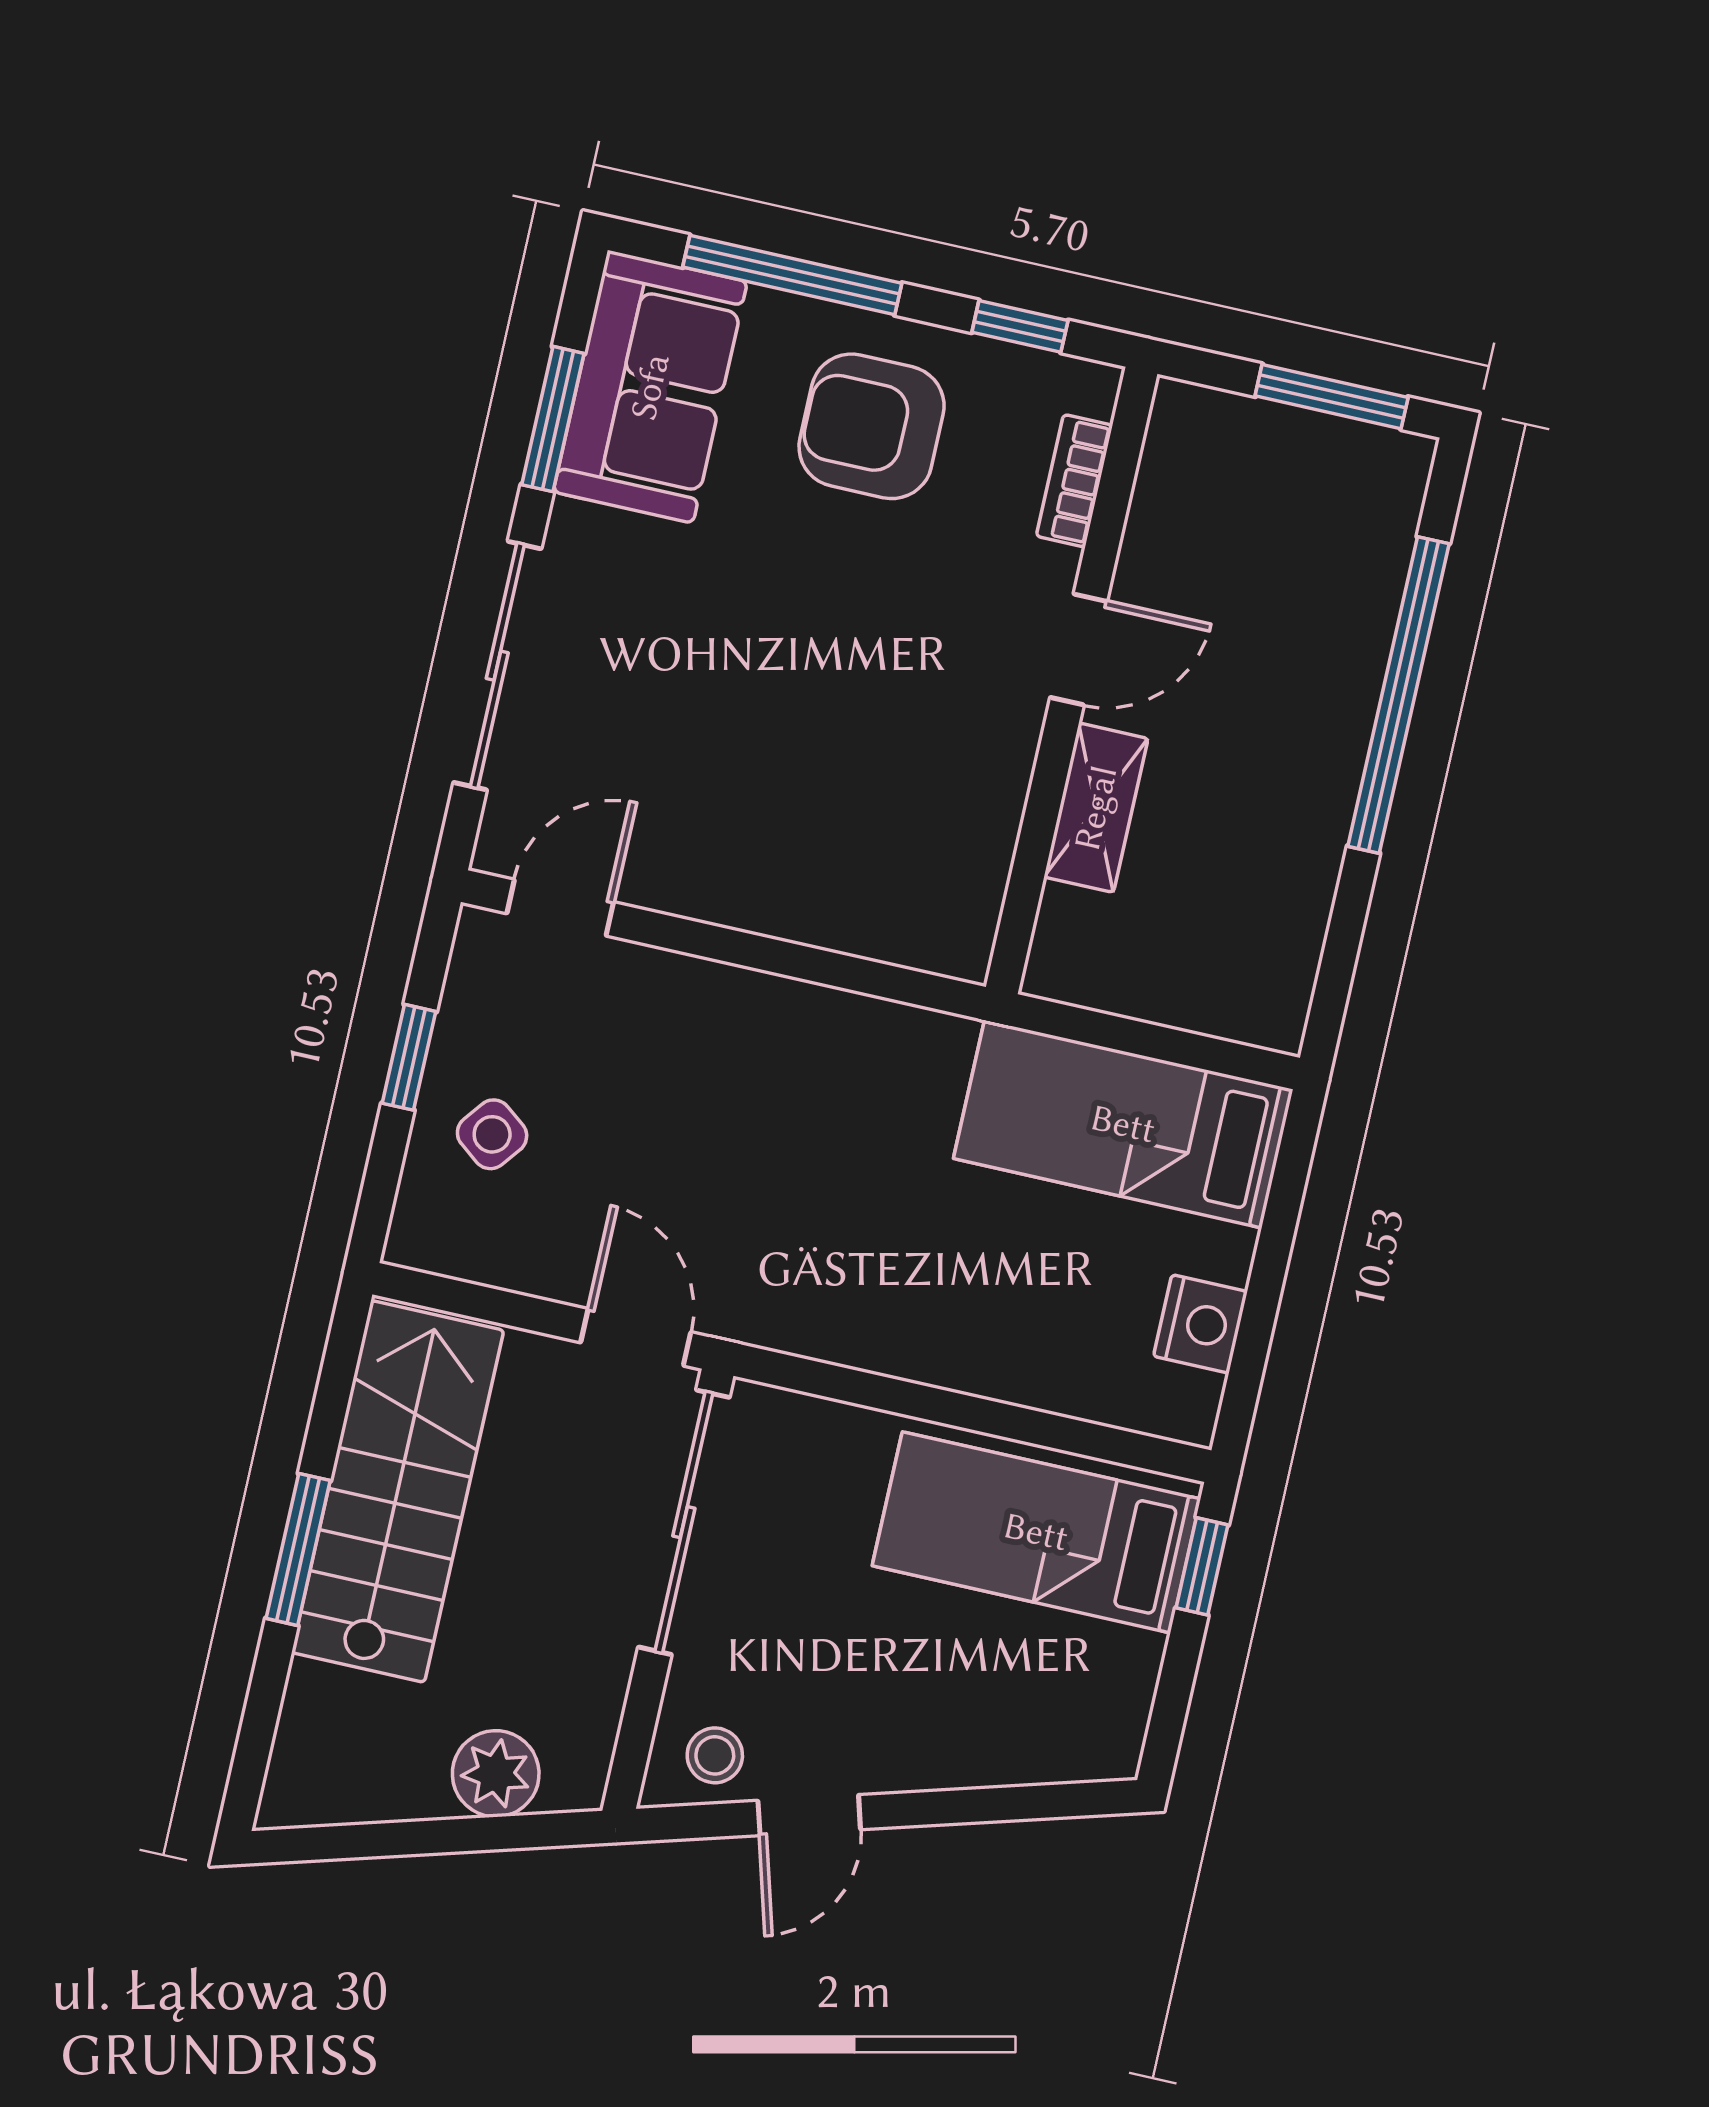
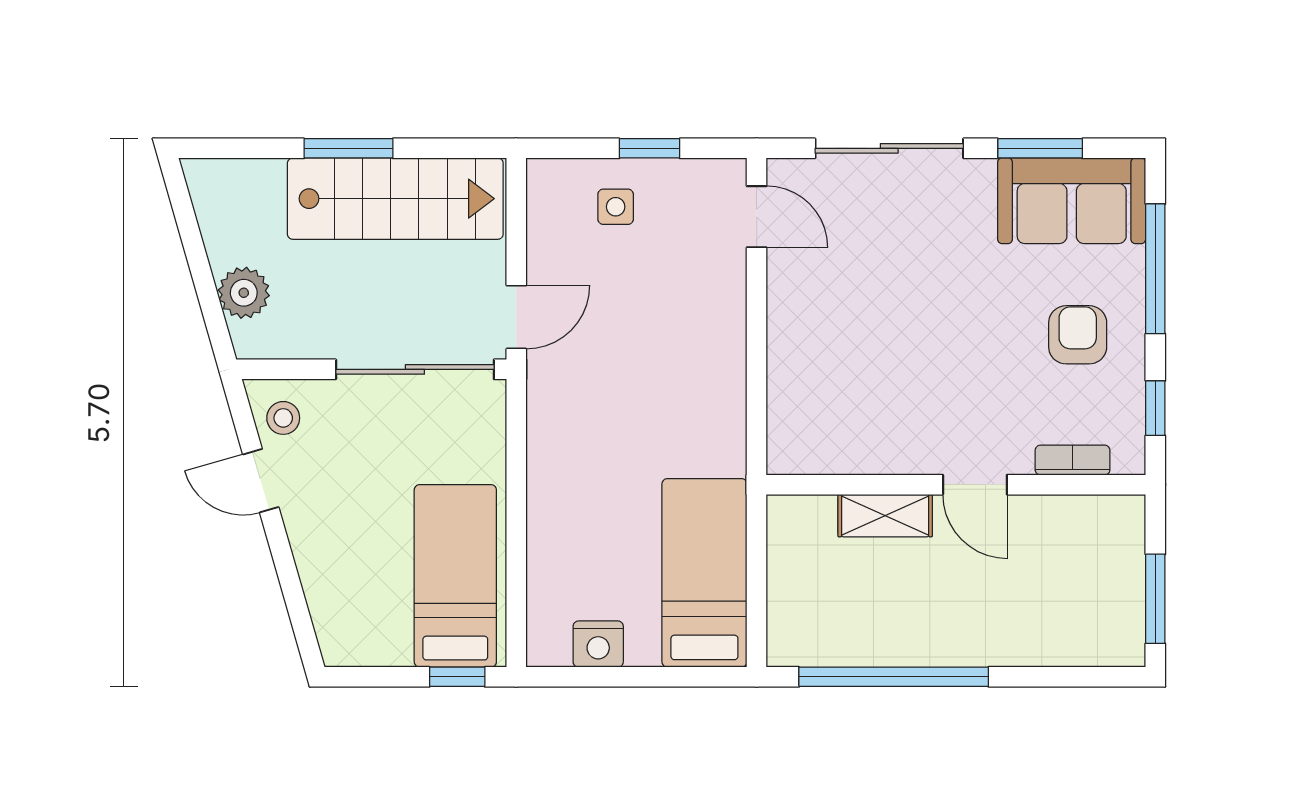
armchair: (872, 426) -> (1078, 335), width x0.72, depth x0.72
window: (1398, 695) -> (894, 677), moved
side table: (492, 1134) -> (616, 207), turned -38

